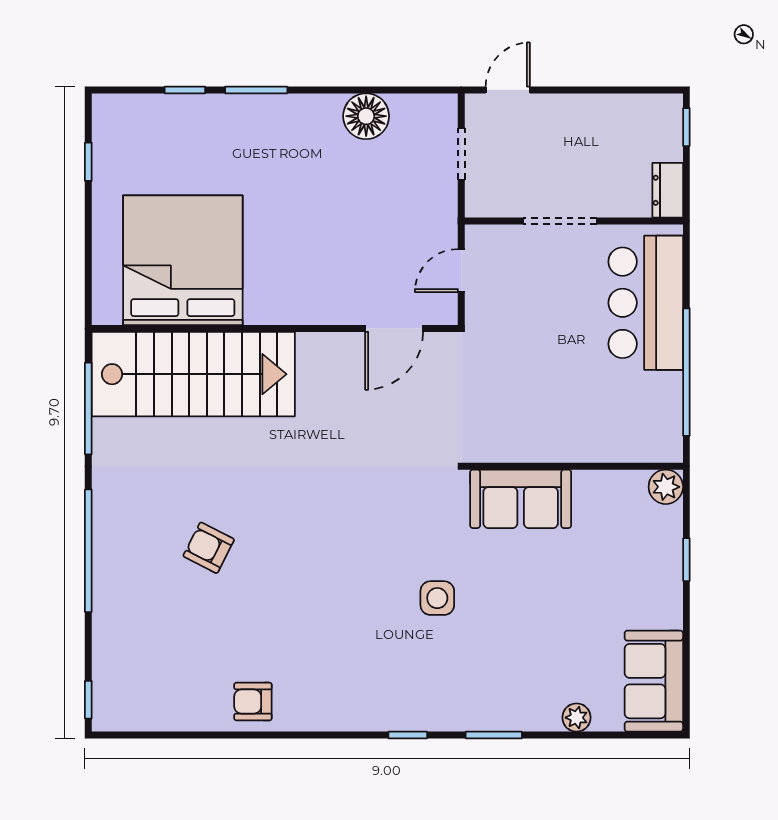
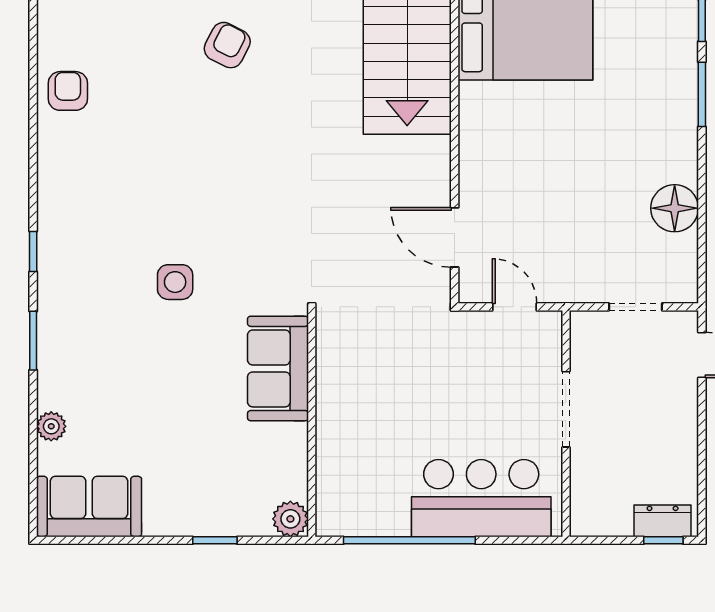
dresser: (668, 190) -> (663, 521), moved

